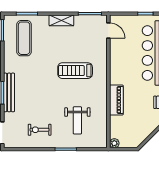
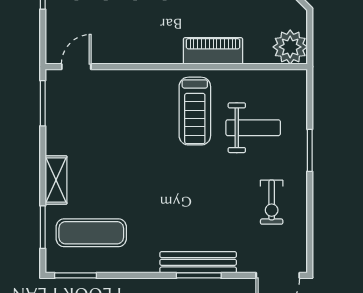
shelving: (61, 20) -> (56, 180), moved
treadmill: (75, 71) -> (195, 111), moved
plant: (114, 143) -> (290, 47), width x1.88, depth x1.88

